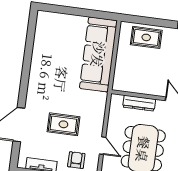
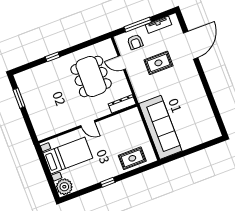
dresser: (139, 103) -> (122, 104), moved

